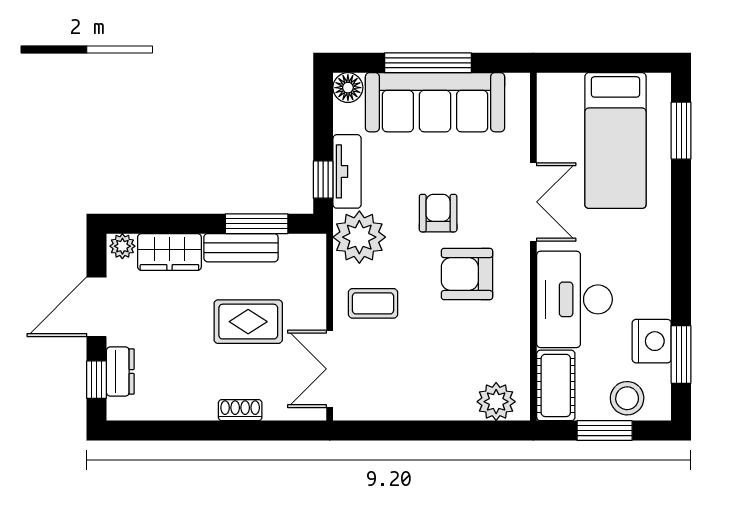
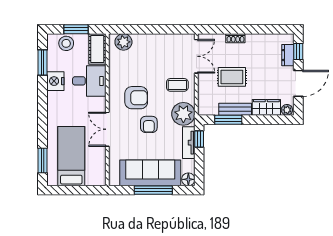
desk: (574, 299) -> (89, 81), width x0.73
nightstand: (652, 341) -> (55, 81), moved

